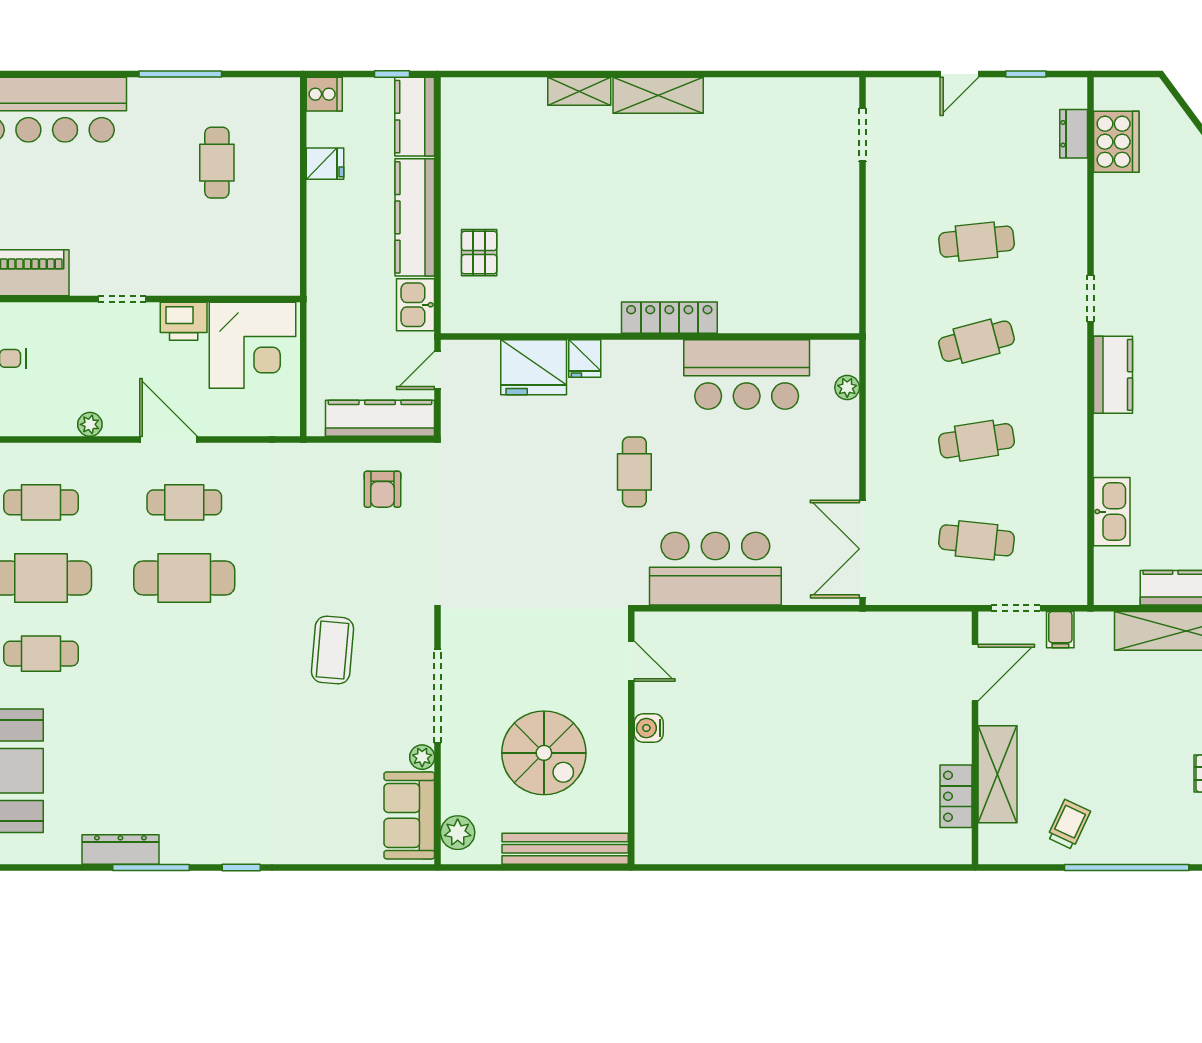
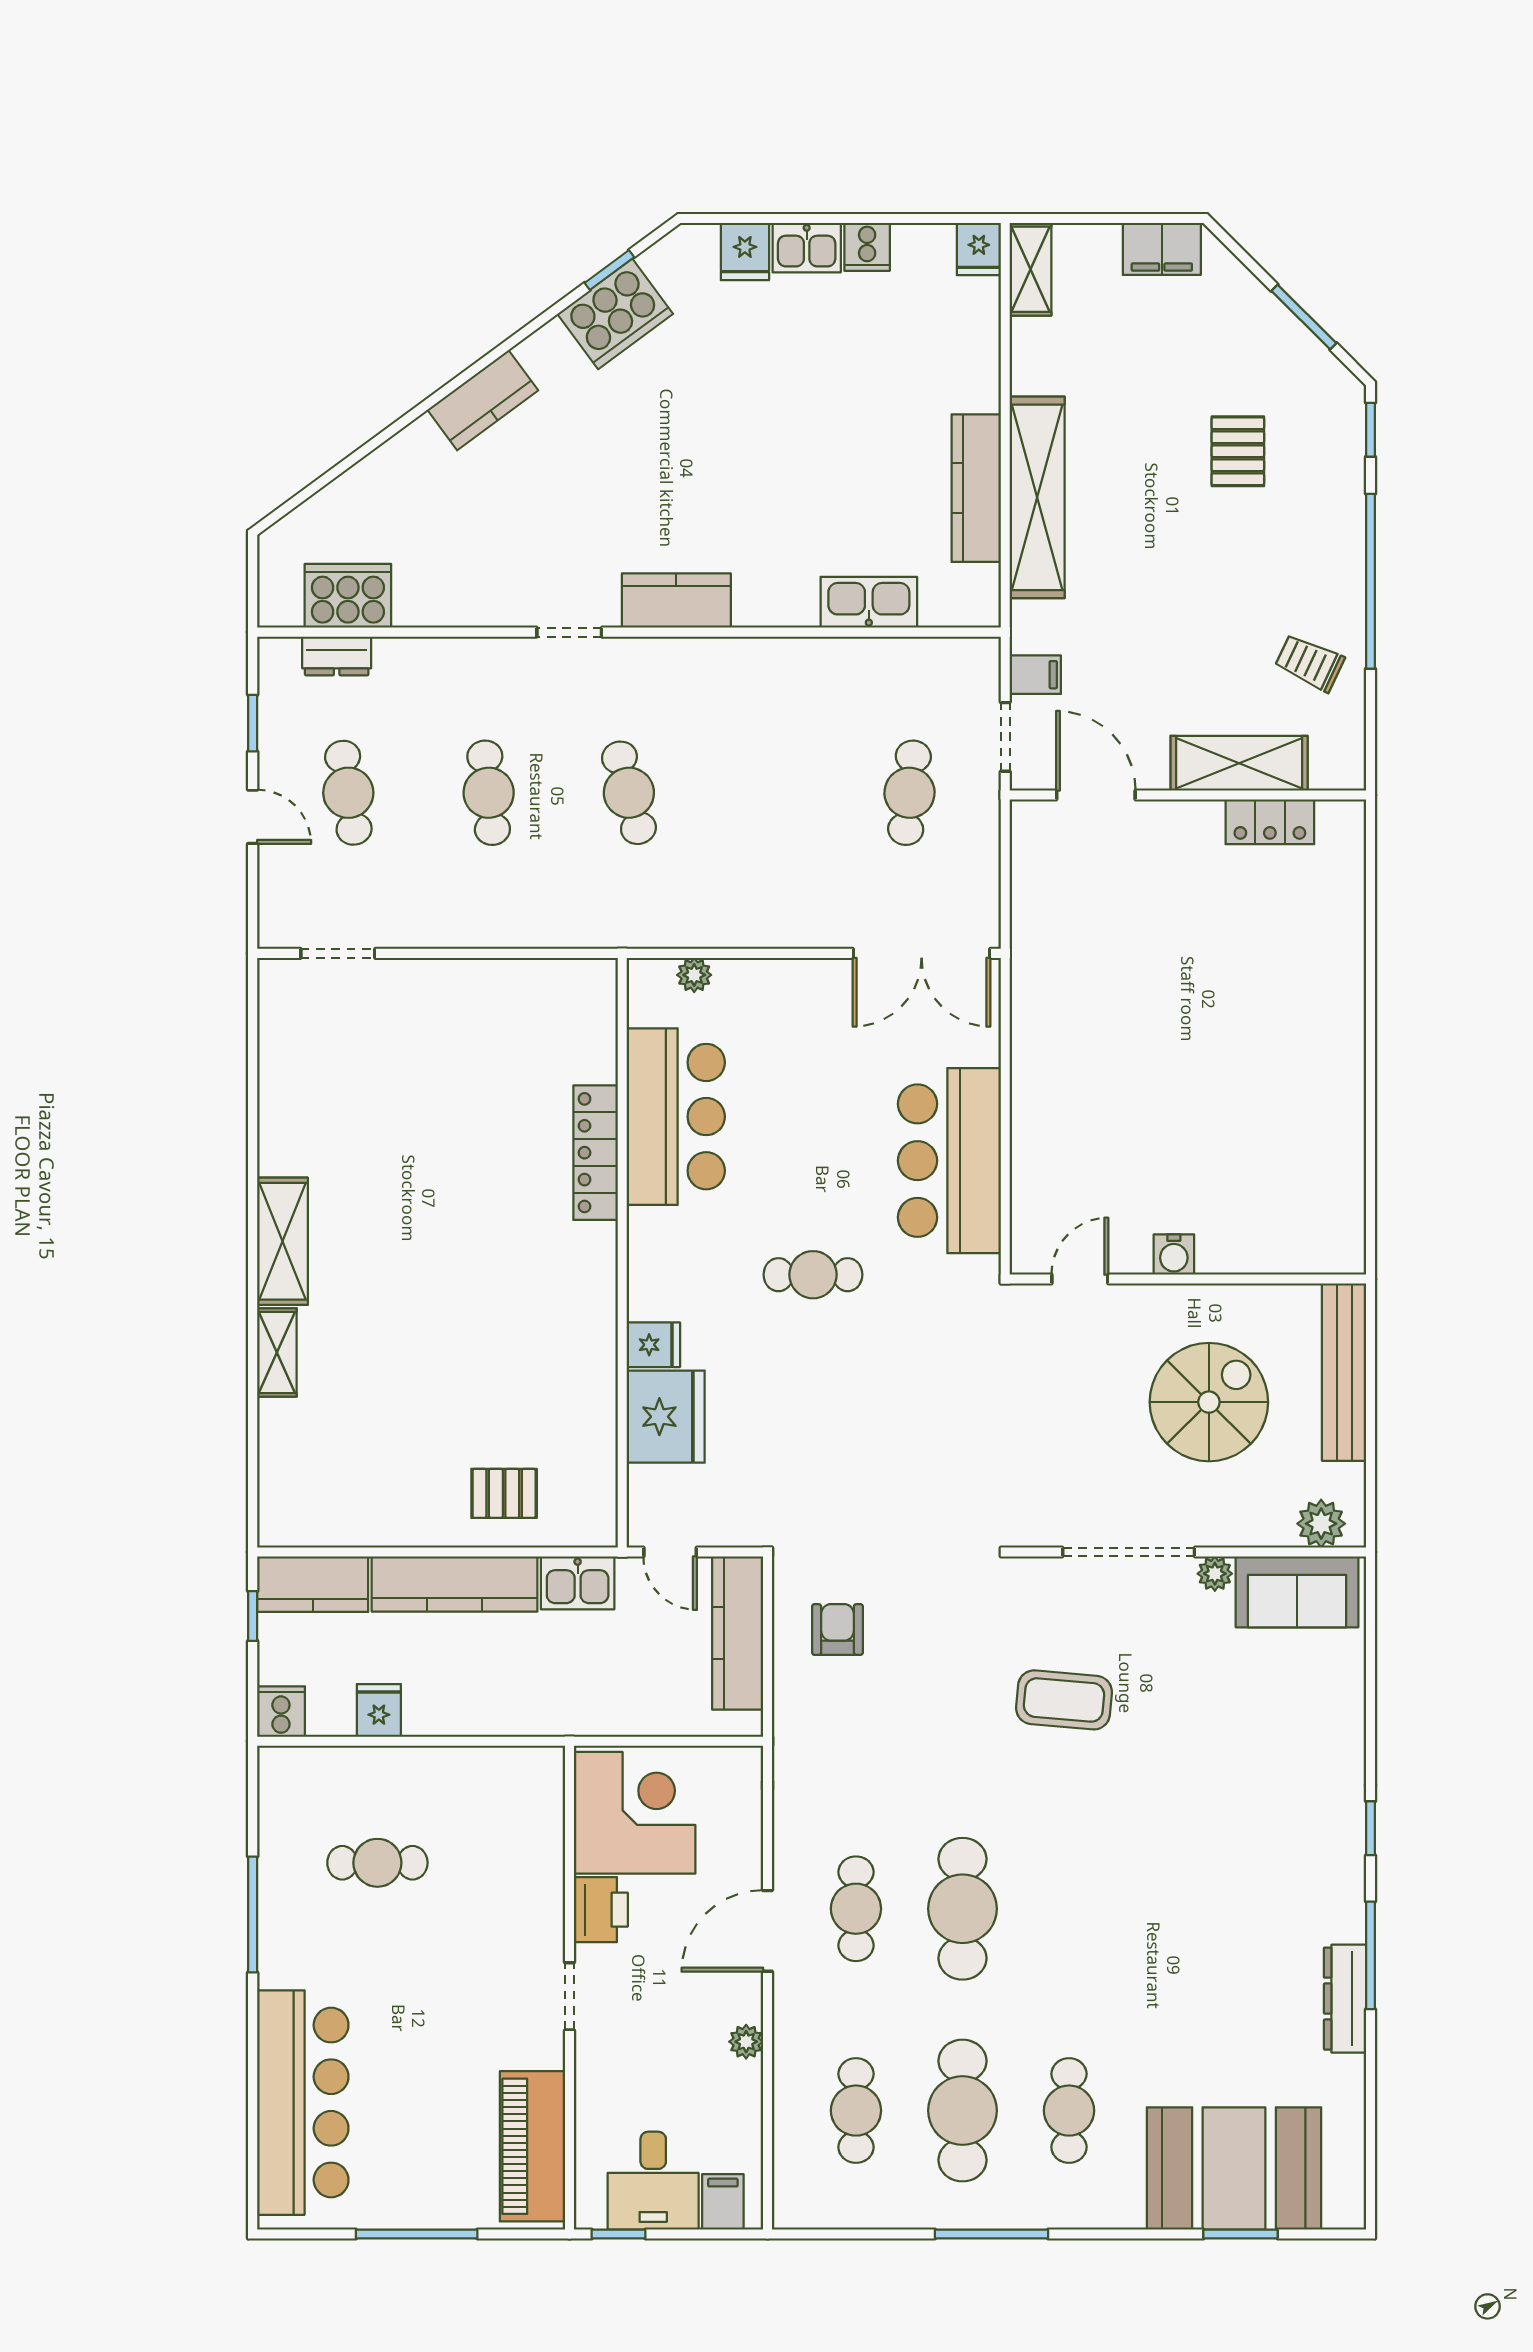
locker: (669, 318) -> (596, 1153), moved
cafe table: (976, 441) -> (348, 793), moved
armchair: (382, 489) -> (838, 1630), turned -90

